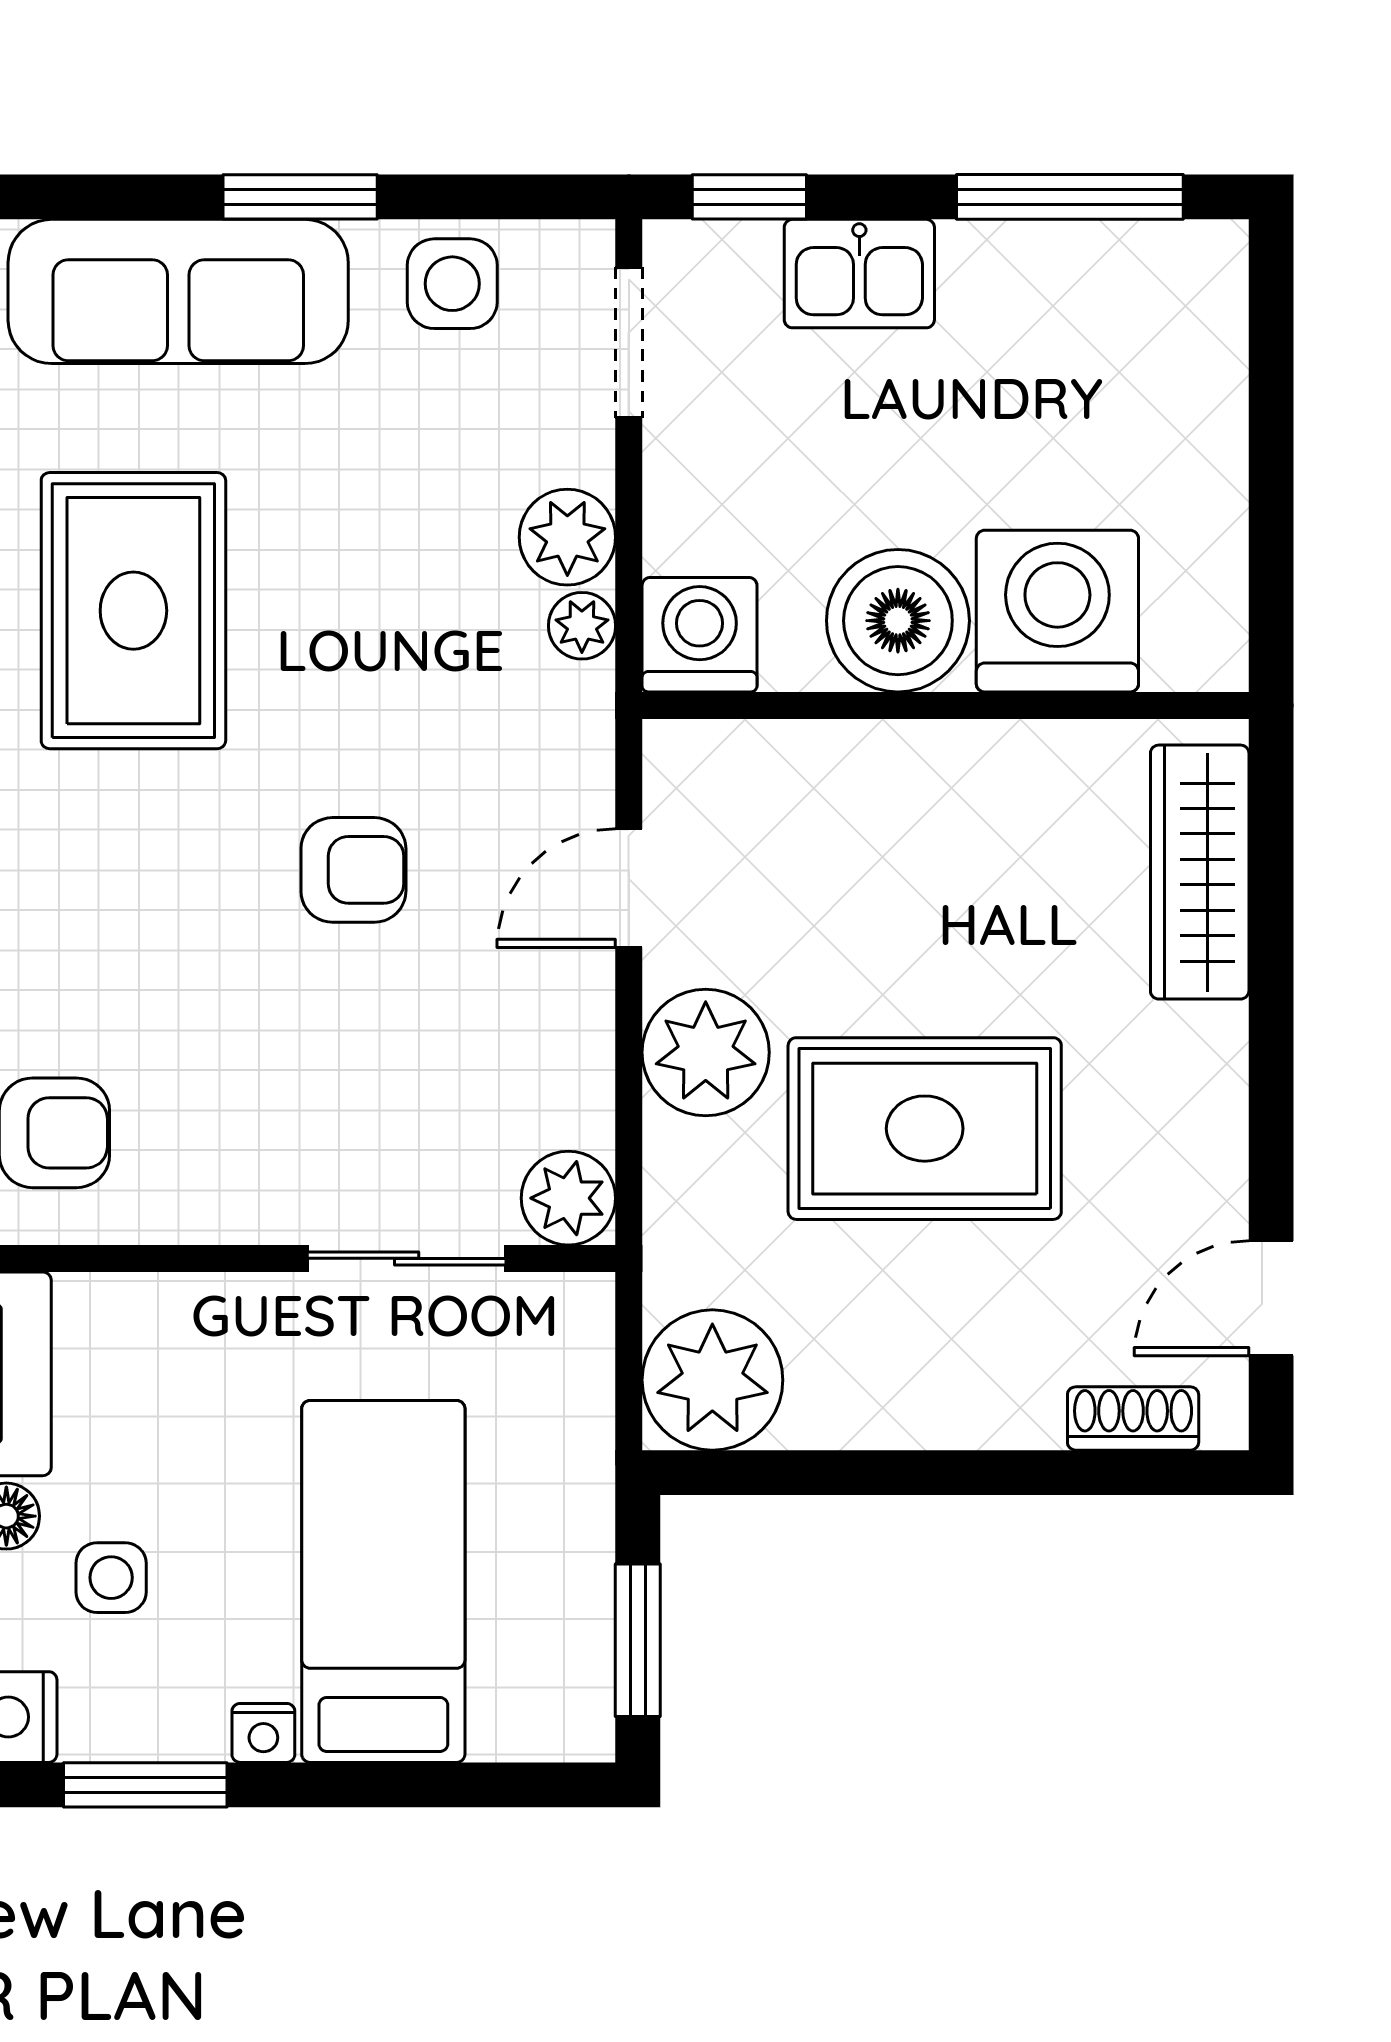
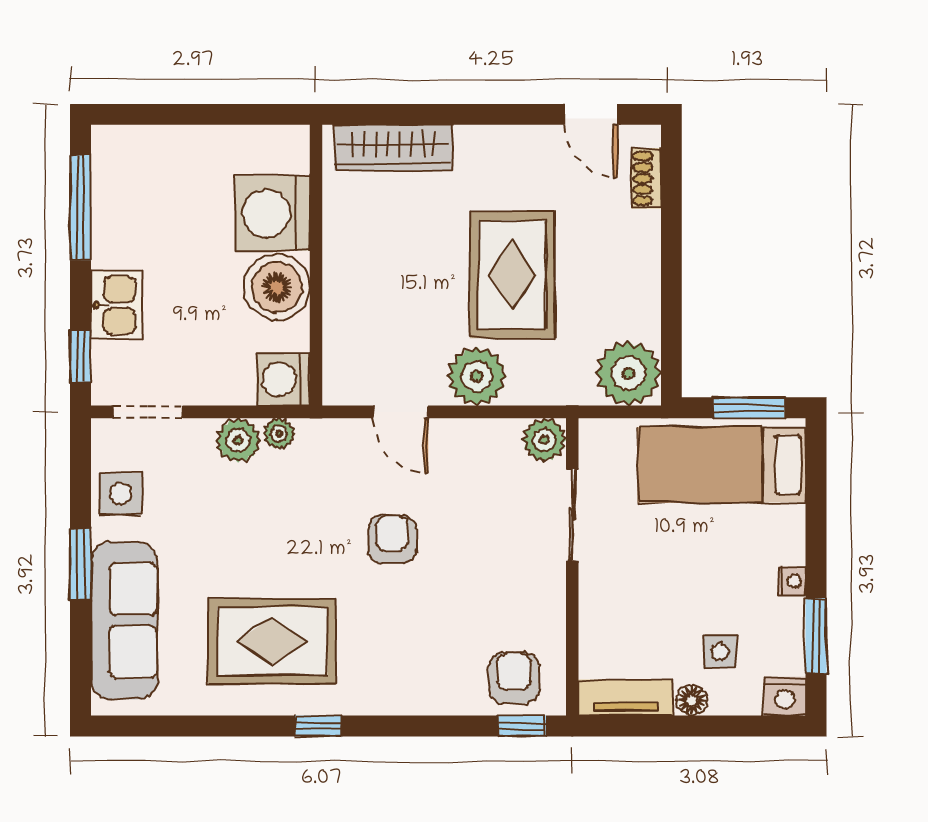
bed: (383, 1581) -> (722, 465), moved

